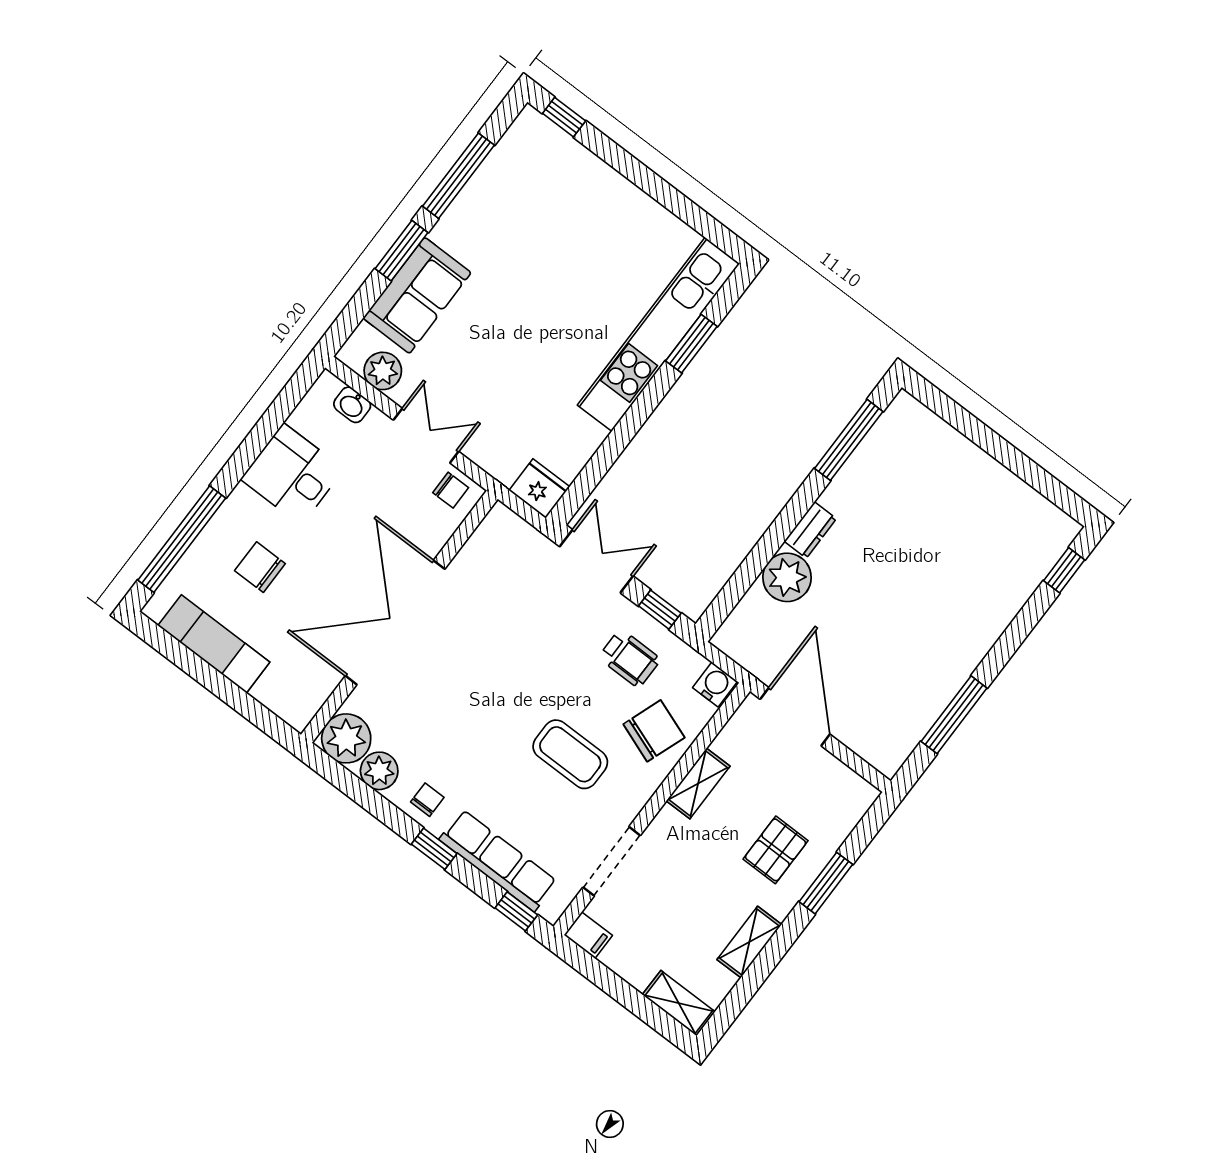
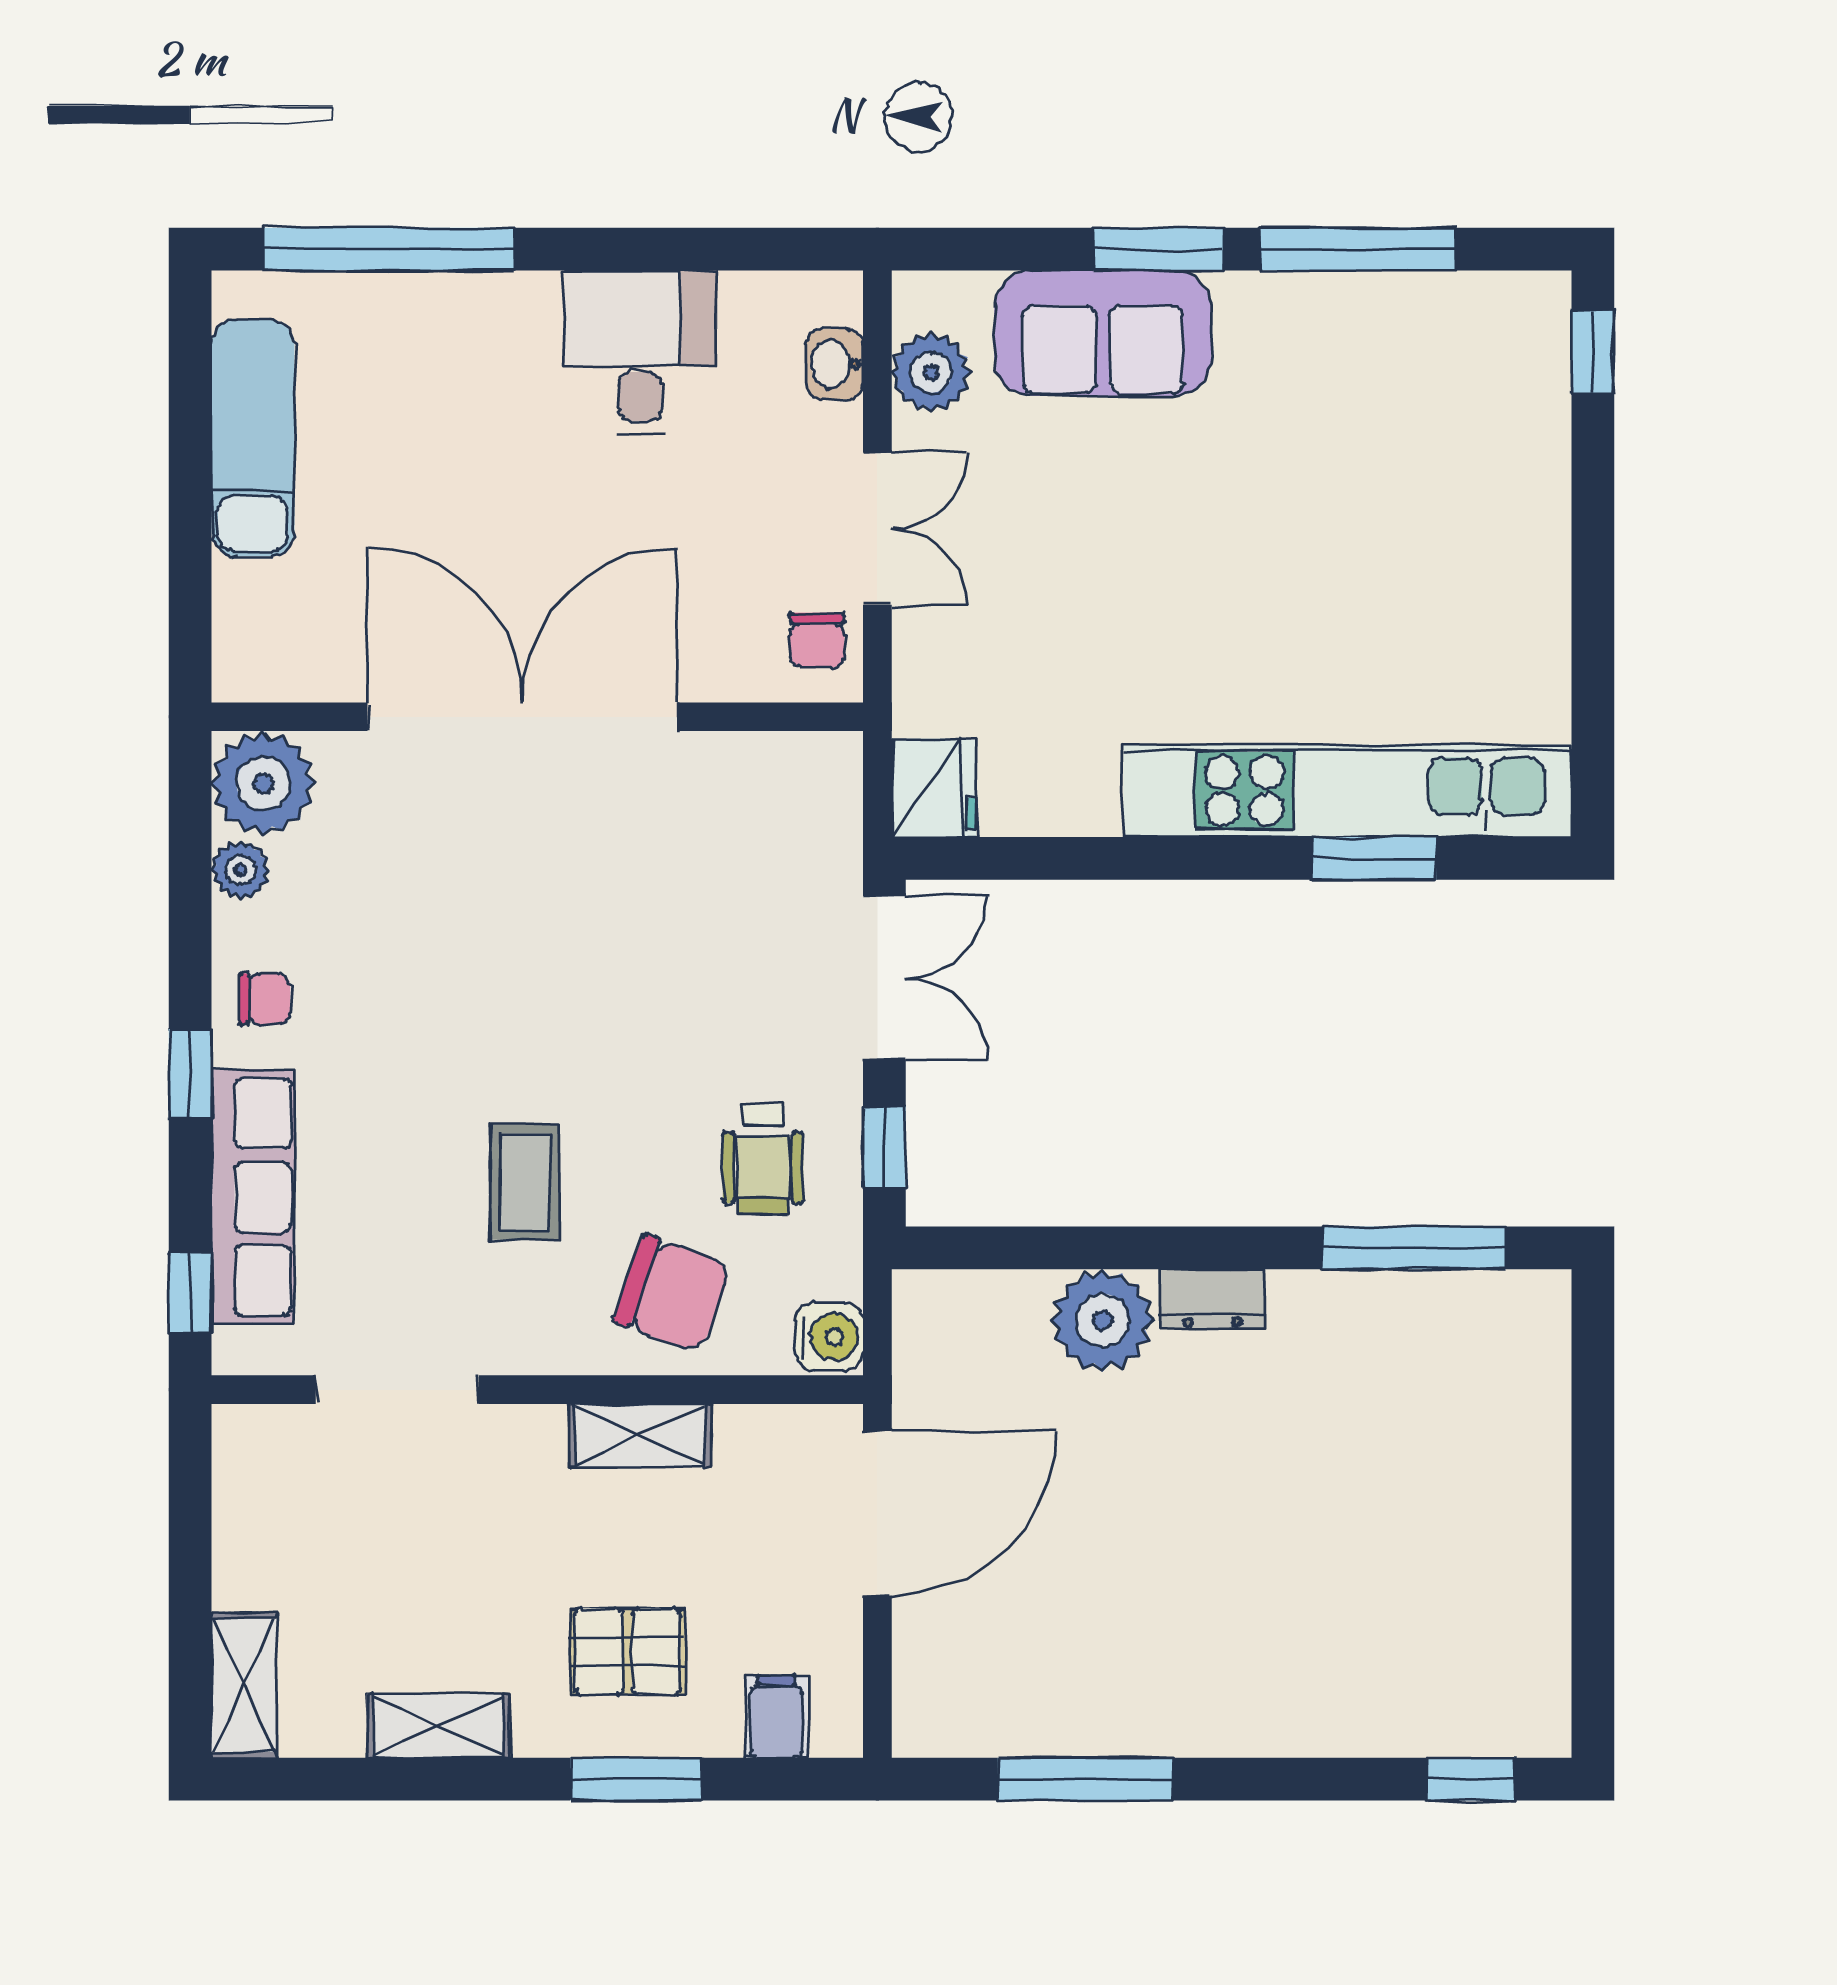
chair: (260, 567) -> (442, 417), removed
coffee table: (570, 754) -> (525, 1182), width x0.73, depth x0.77
plant: (379, 771) -> (240, 870), width x0.73, depth x0.73
filing cabinet: (588, 935) -> (776, 1717), moved, turned 180

